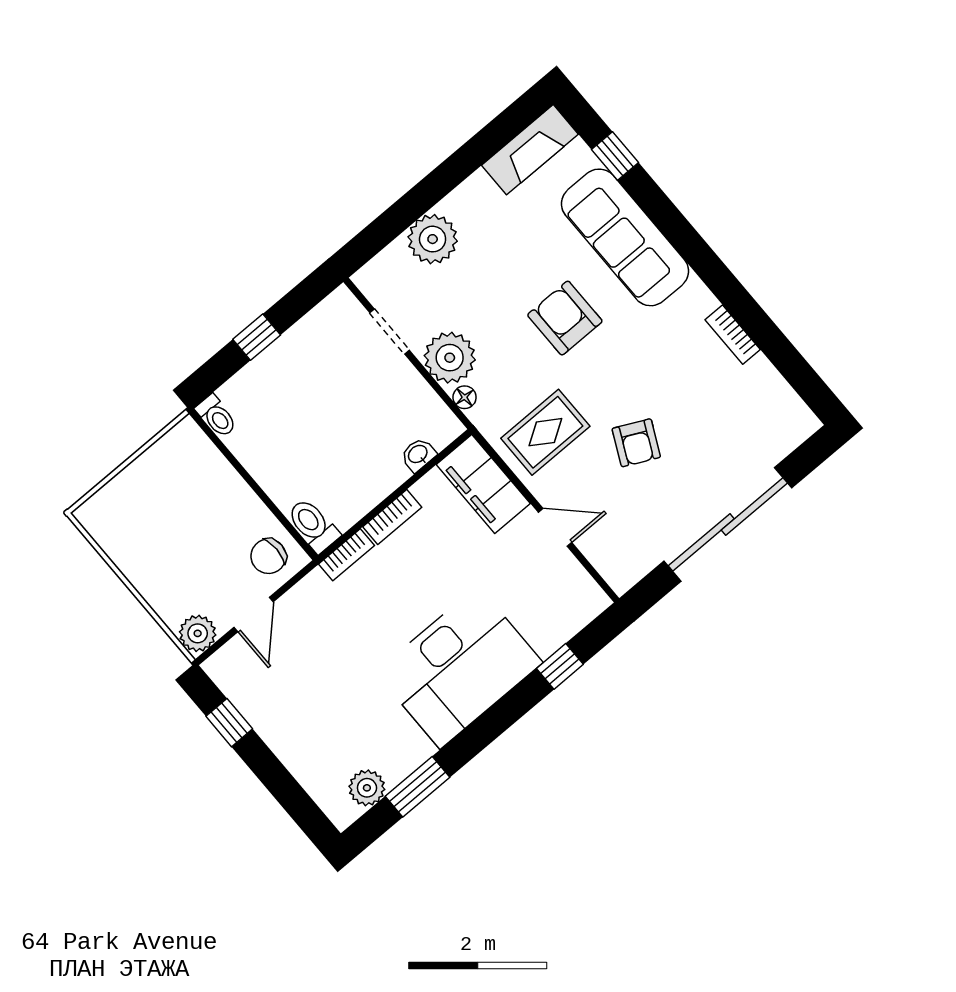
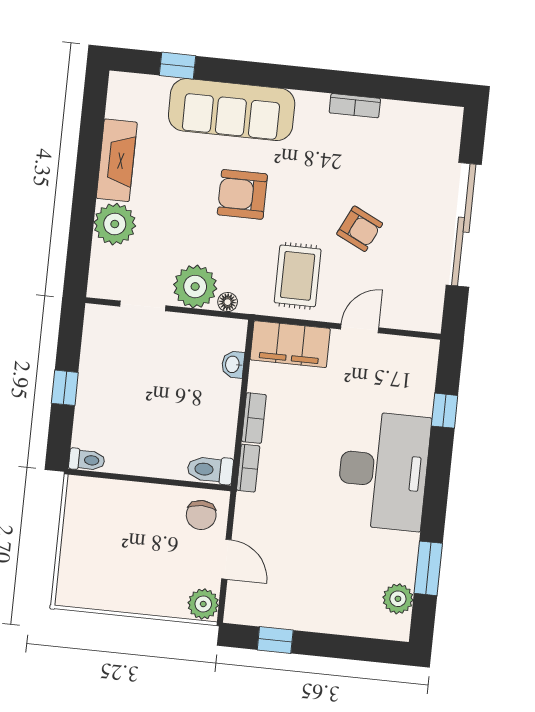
fireplace: (530, 150) -> (117, 160), moved

